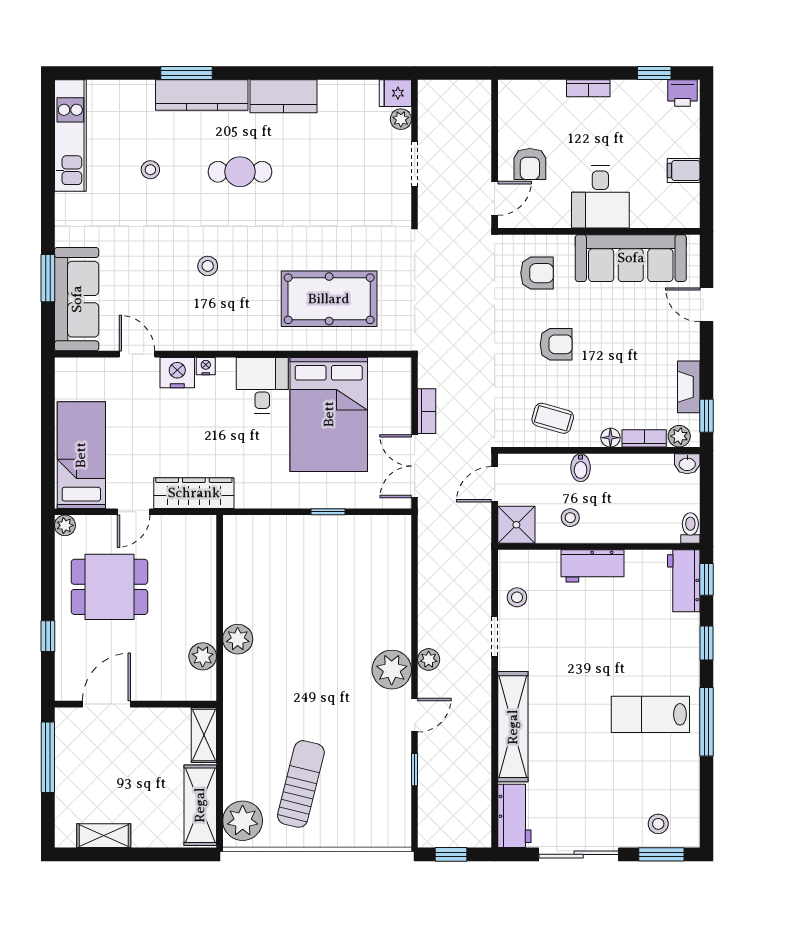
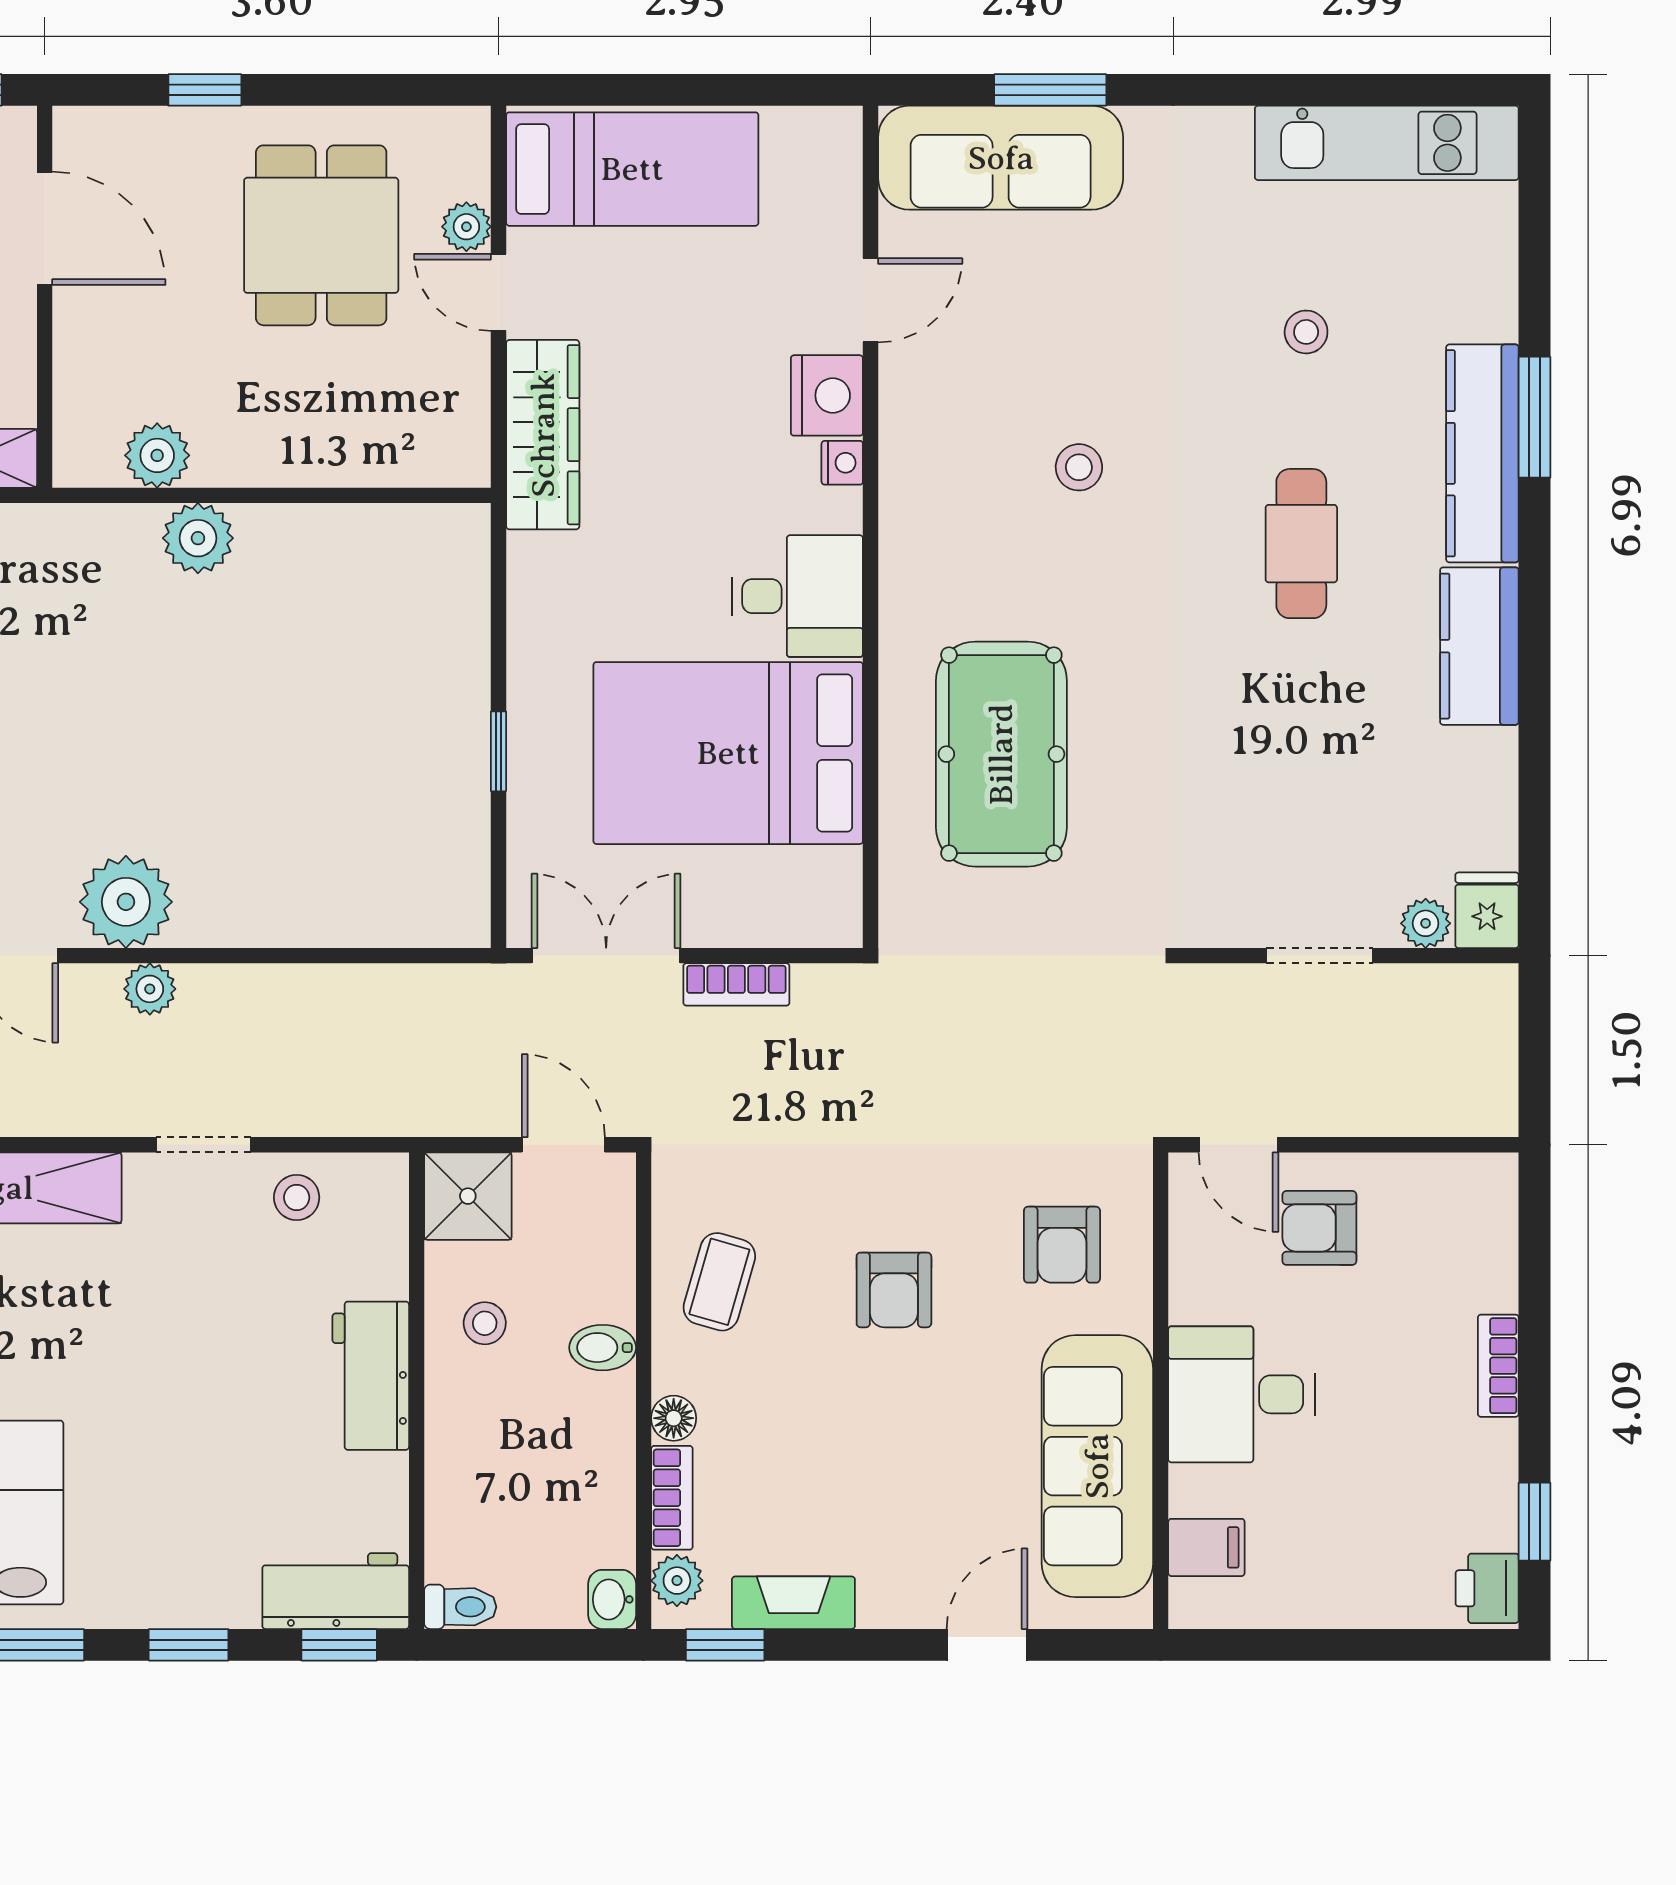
filing cabinet: (684, 171) -> (1206, 1547), moved, turned 90
plant: (65, 525) -> (466, 227), moved

